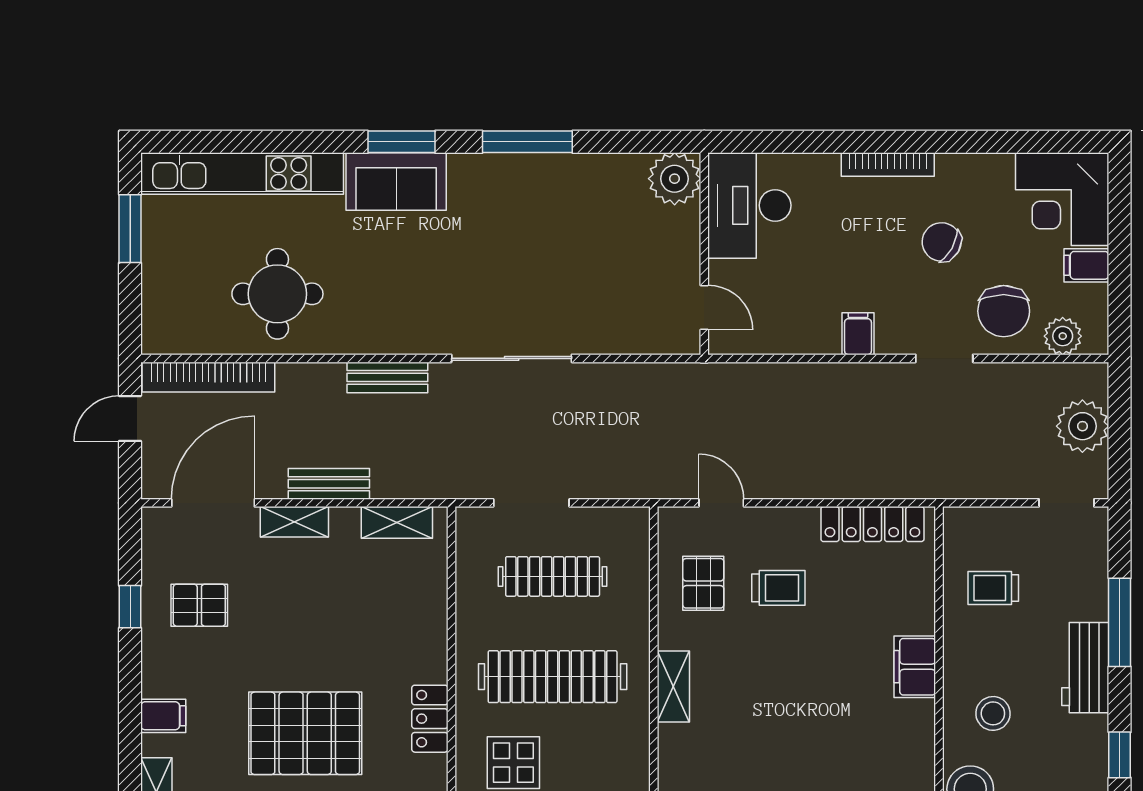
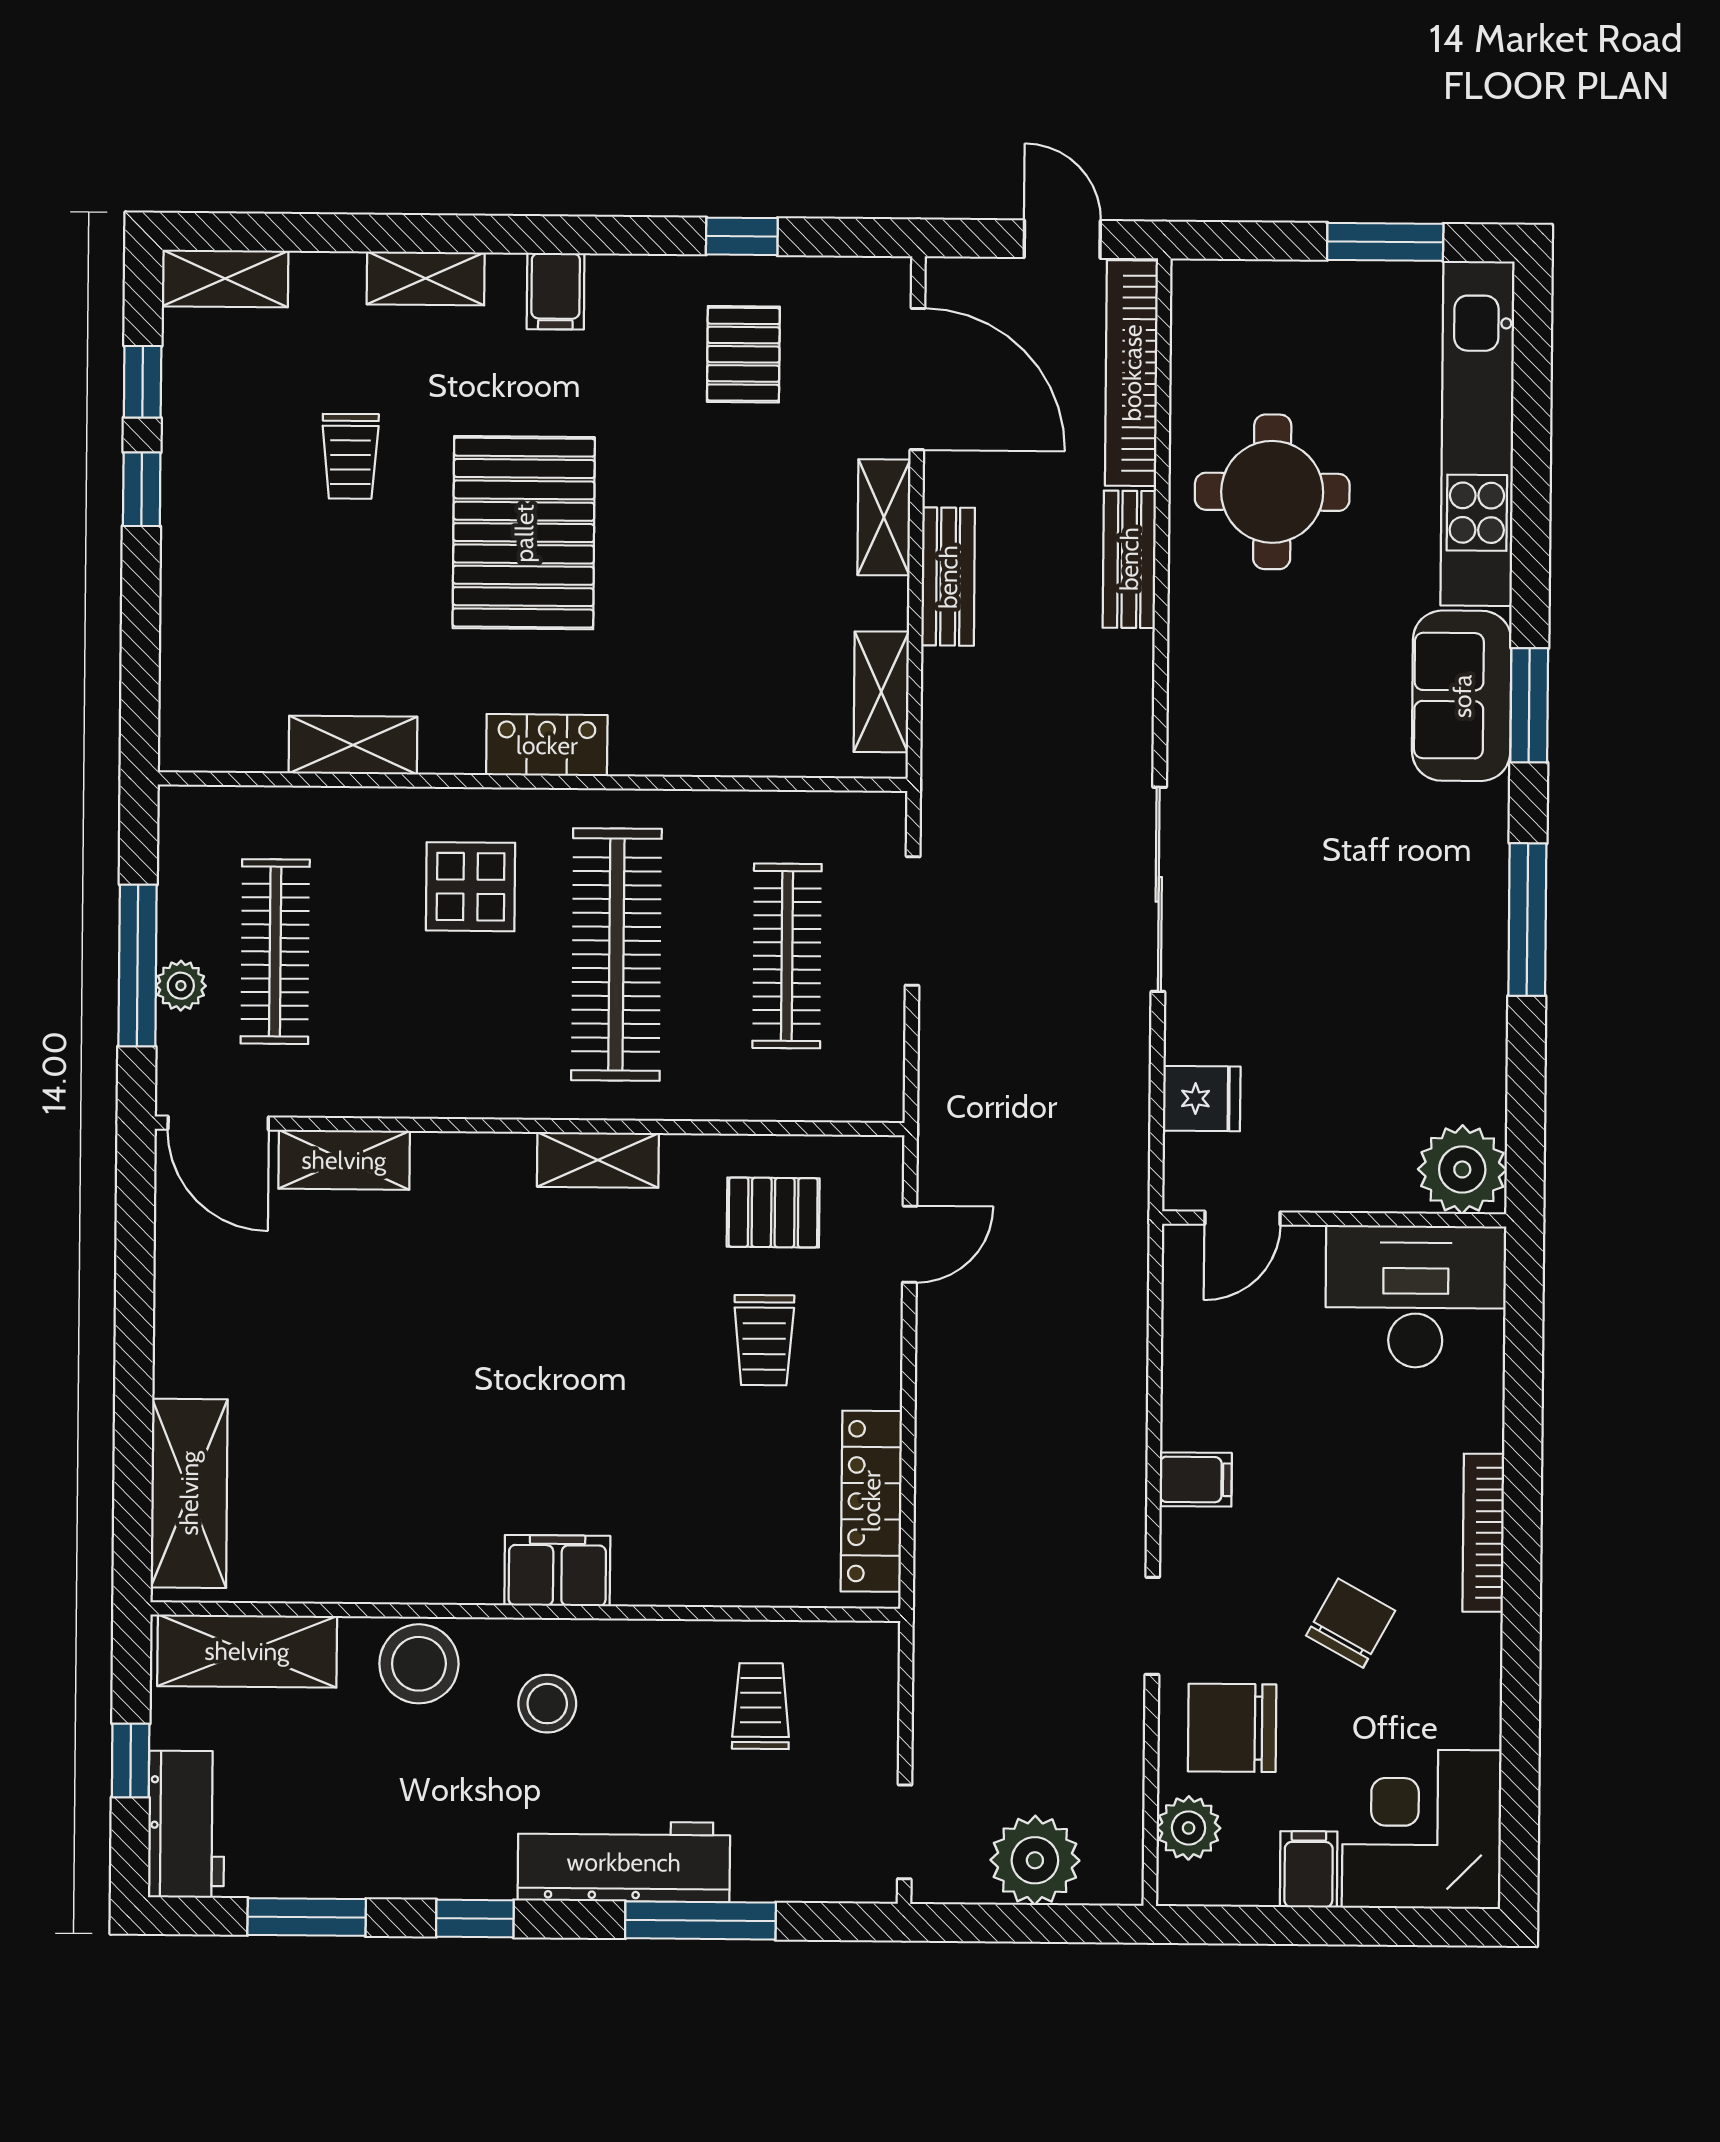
fridge: (634, 332) -> (1202, 1099), added
bench: (387, 377) -> (1129, 559), moved
filing cabinet: (915, 667) -> (557, 1571), moved
workbench: (1085, 668) -> (624, 1862), width x1.38

